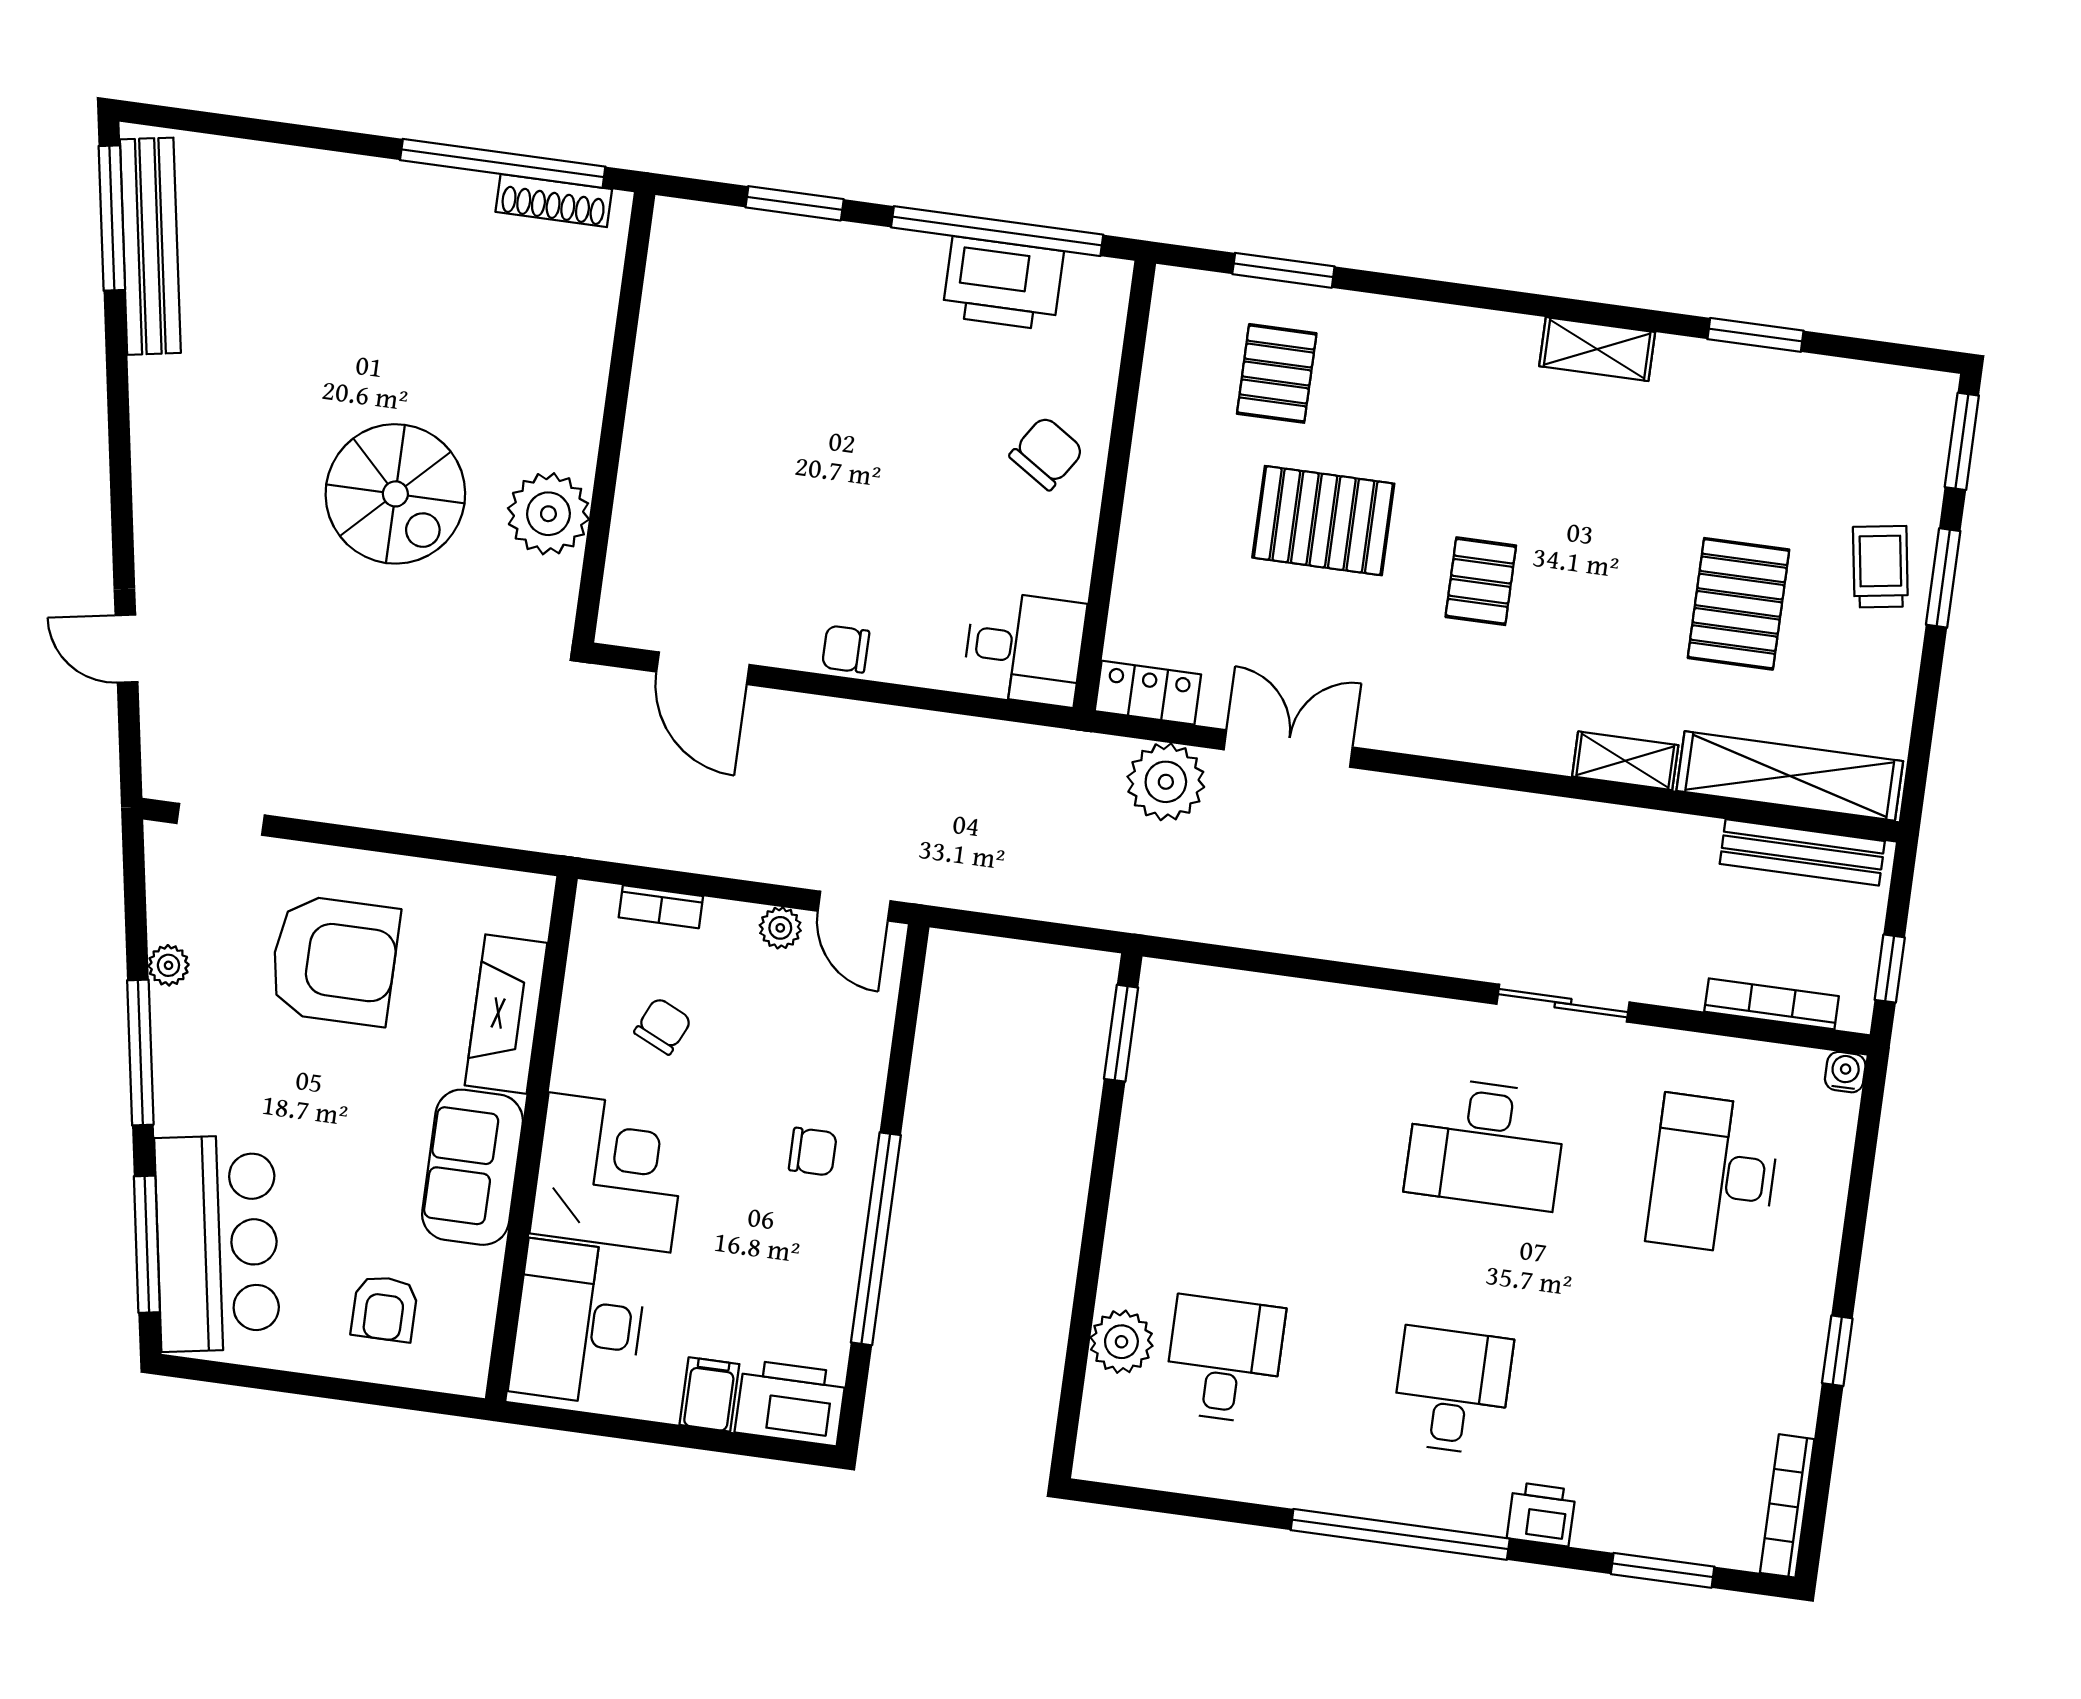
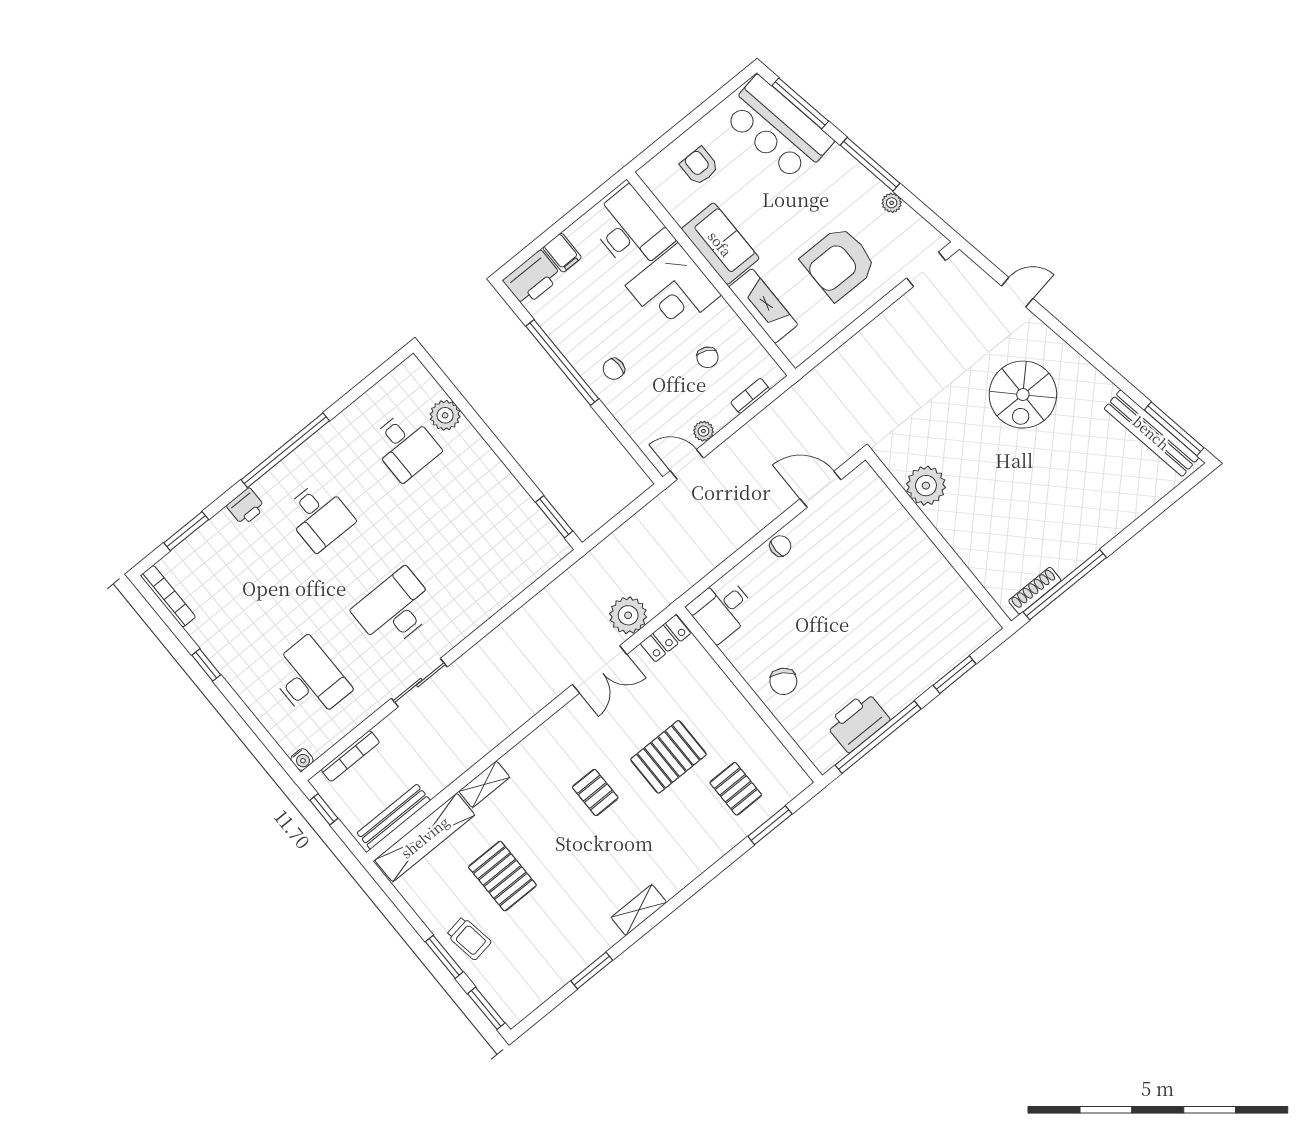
spiral stairs: (395, 494) -> (1023, 395), moved, turned -90

